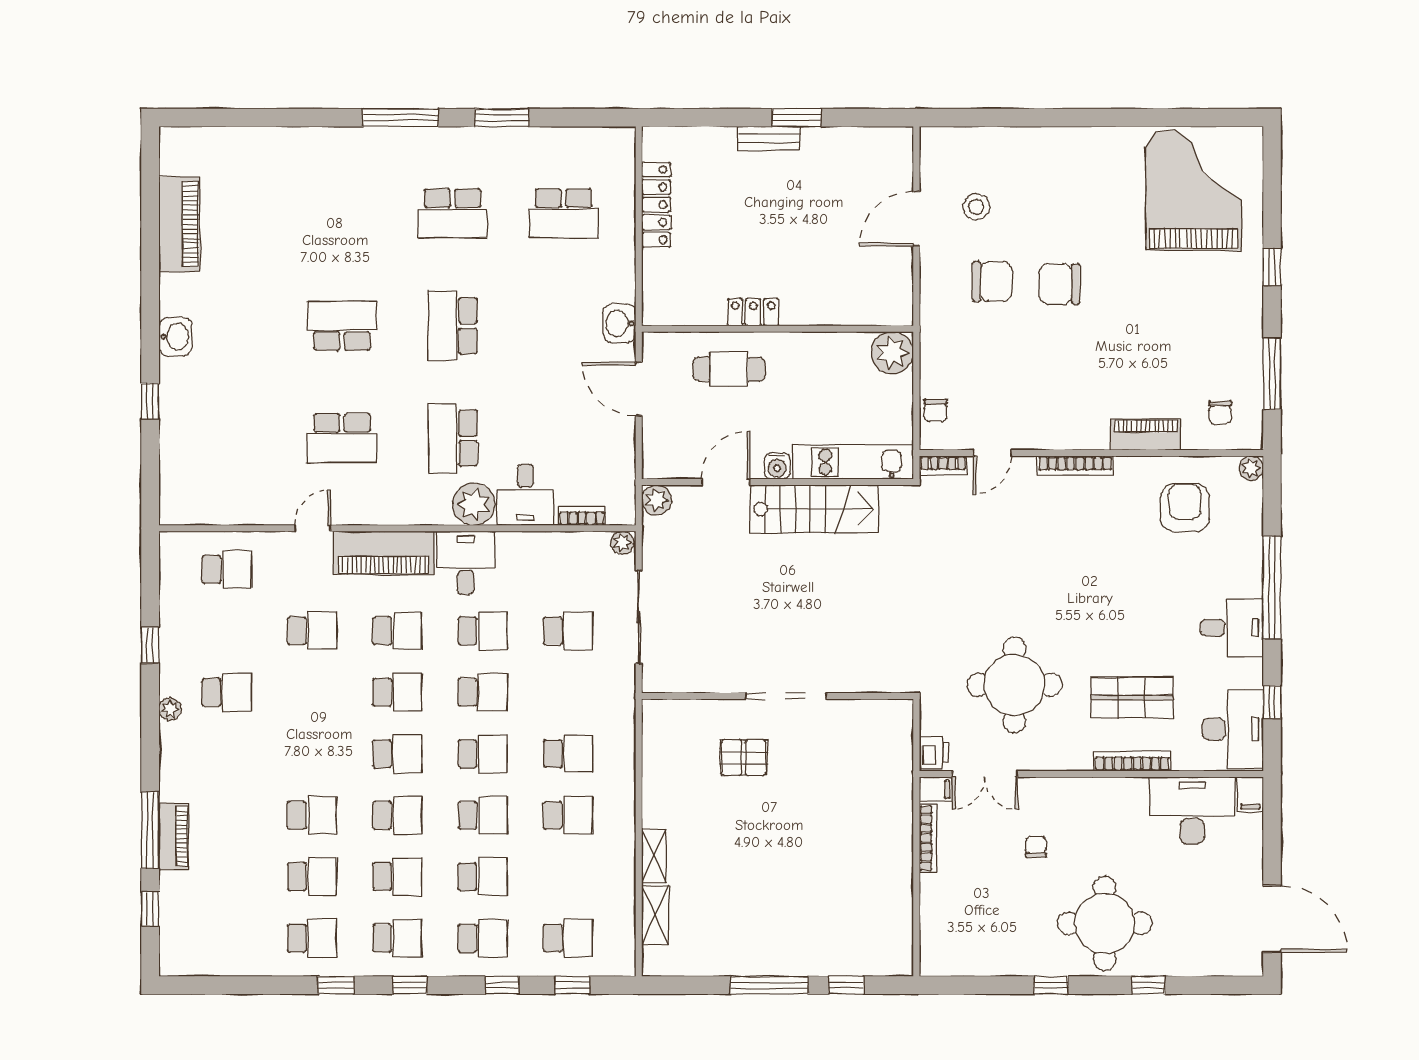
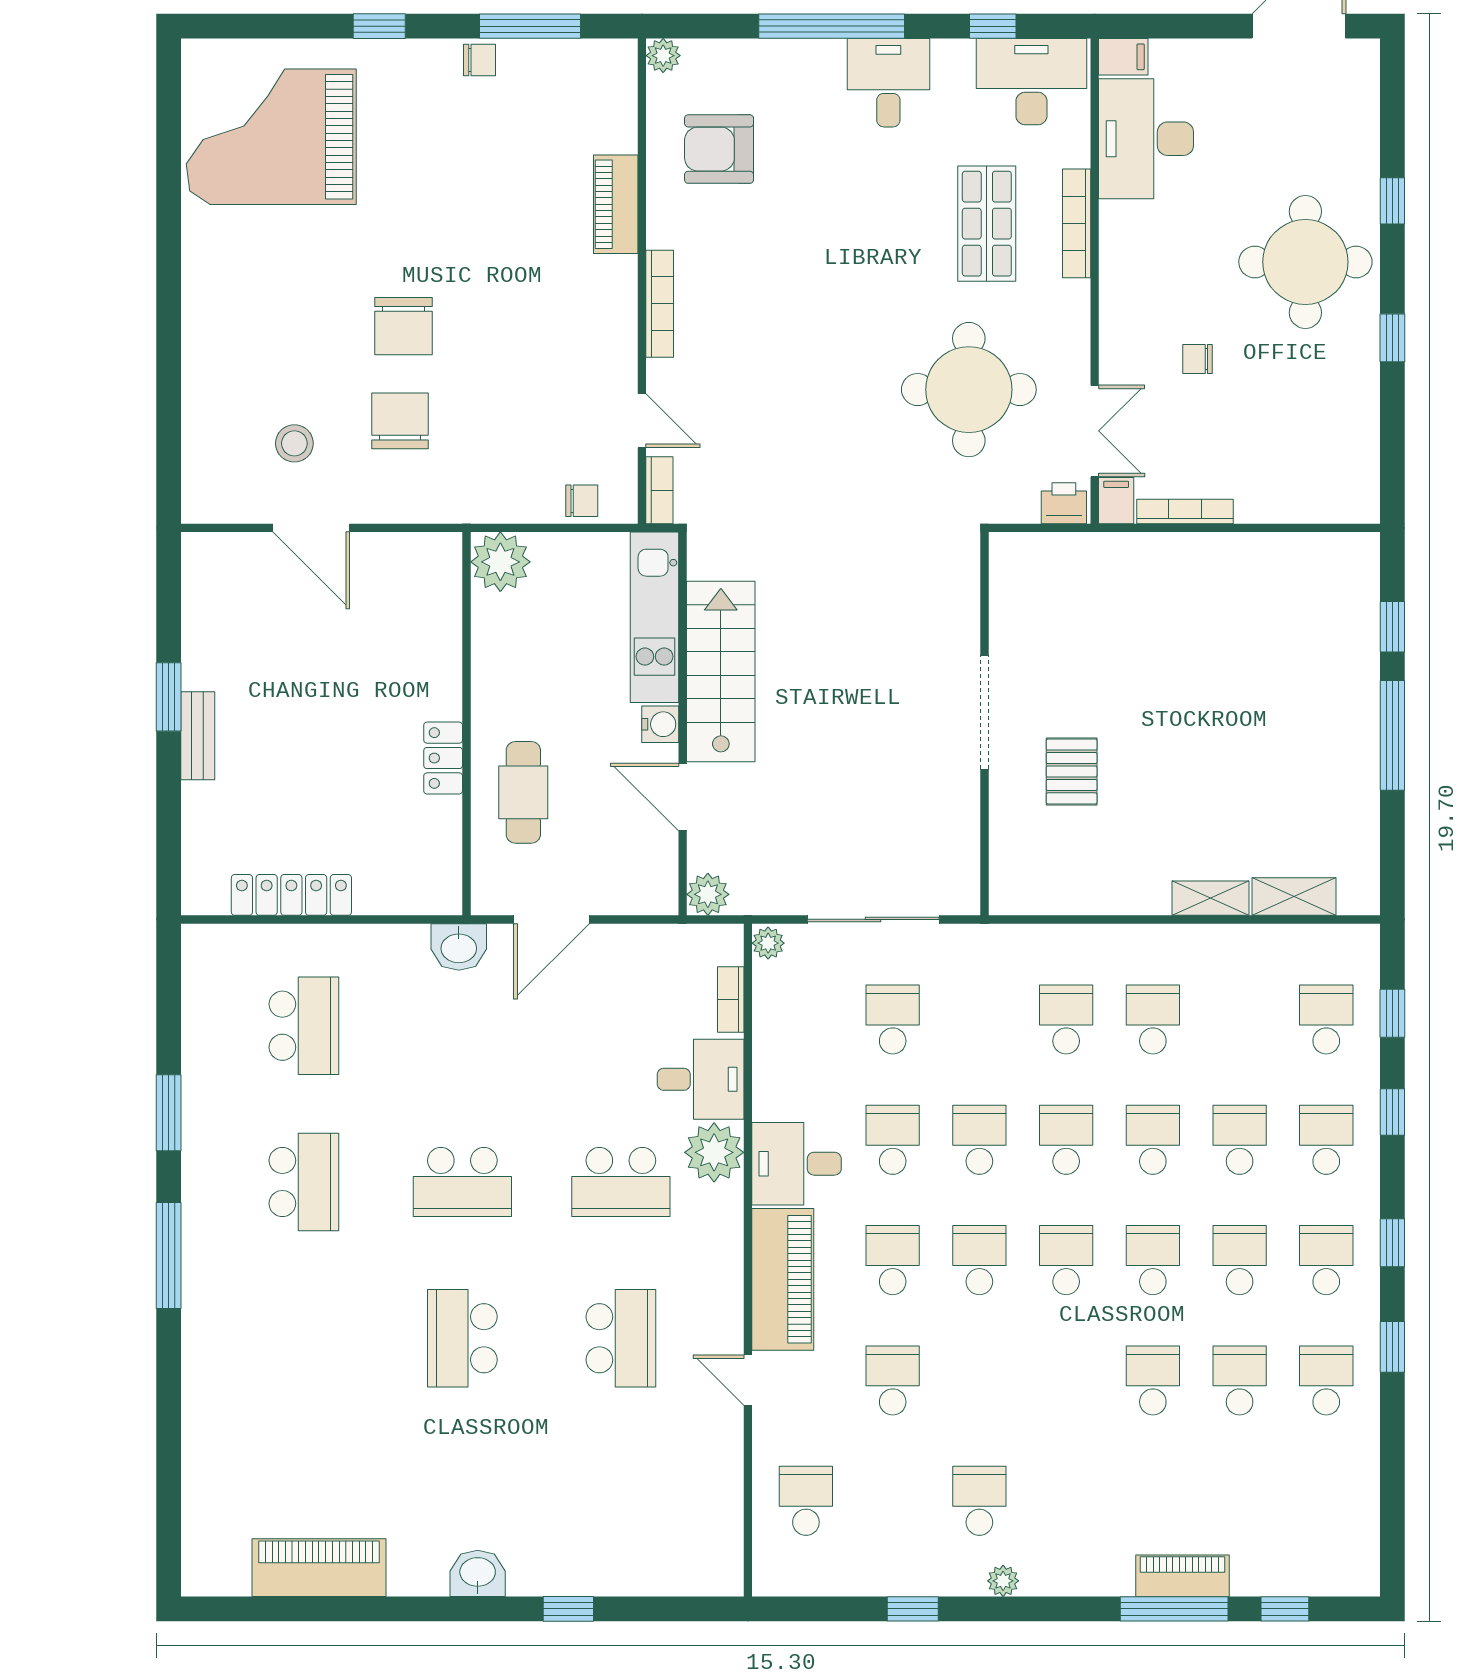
chair: (1220, 412) -> (479, 60), moved

